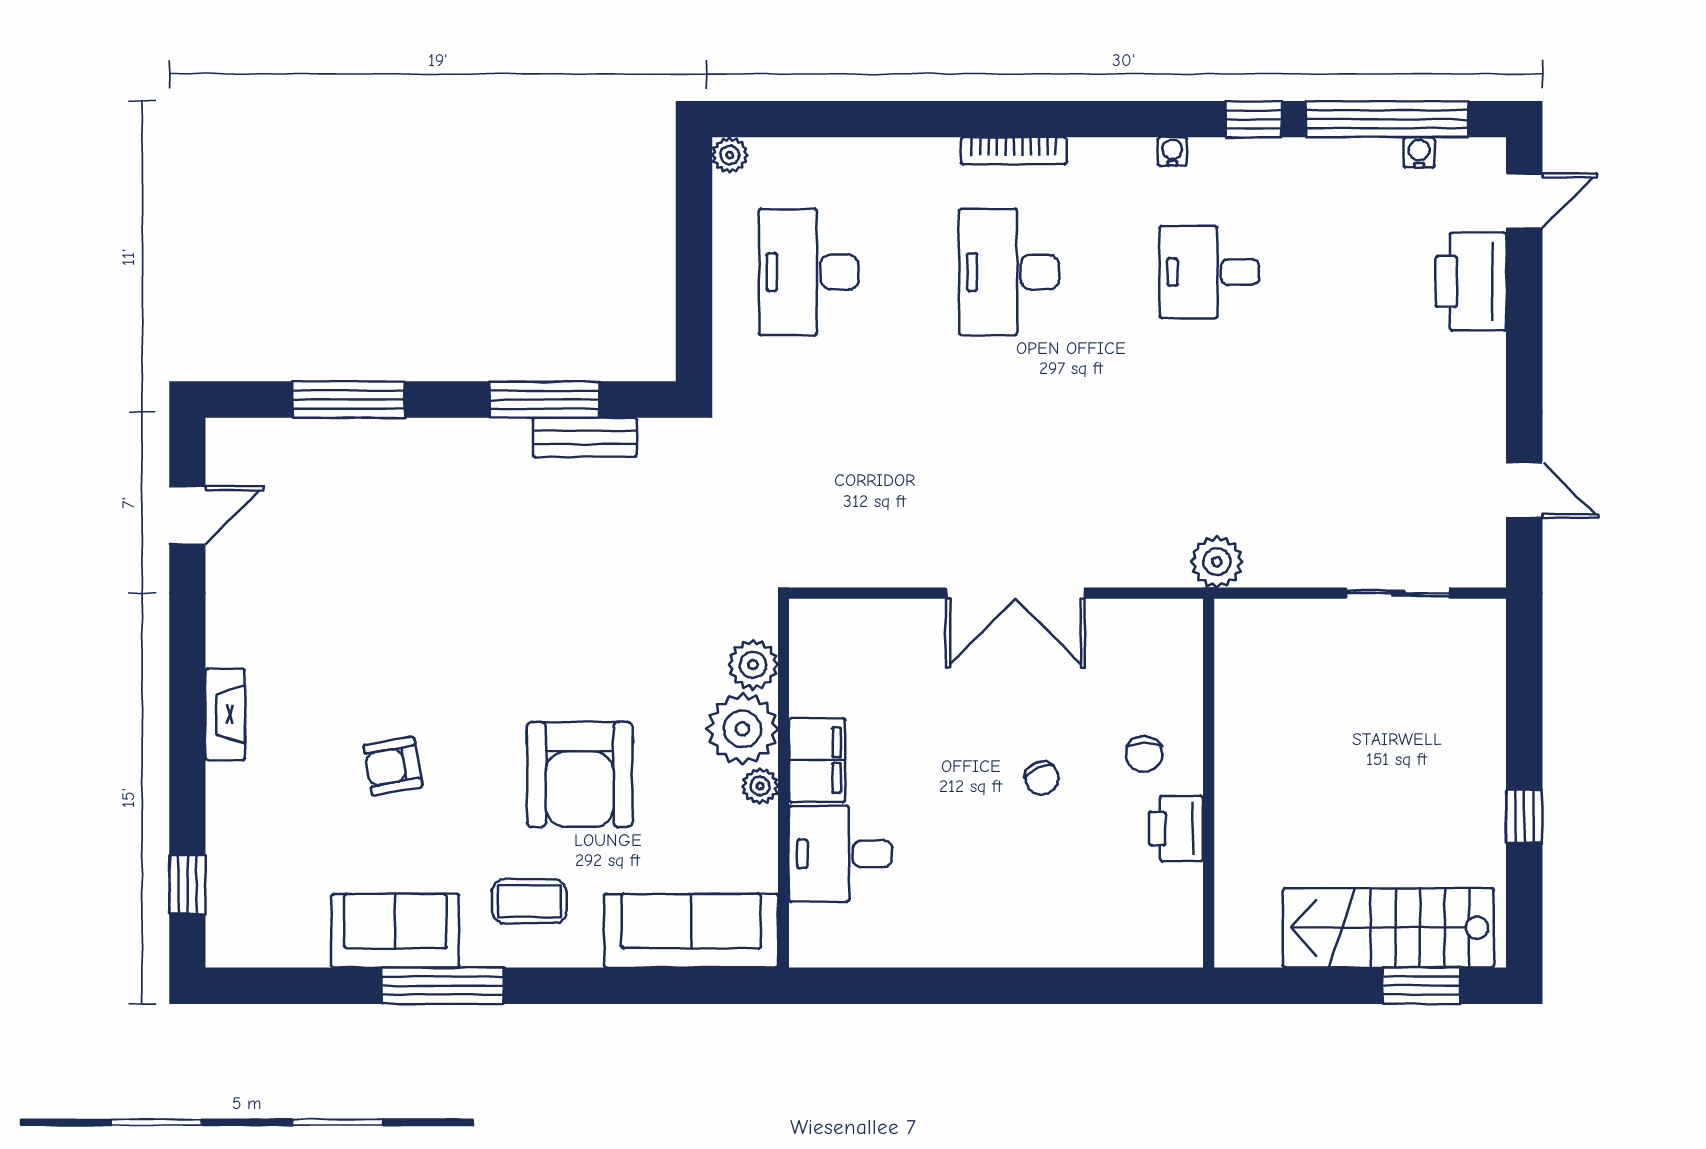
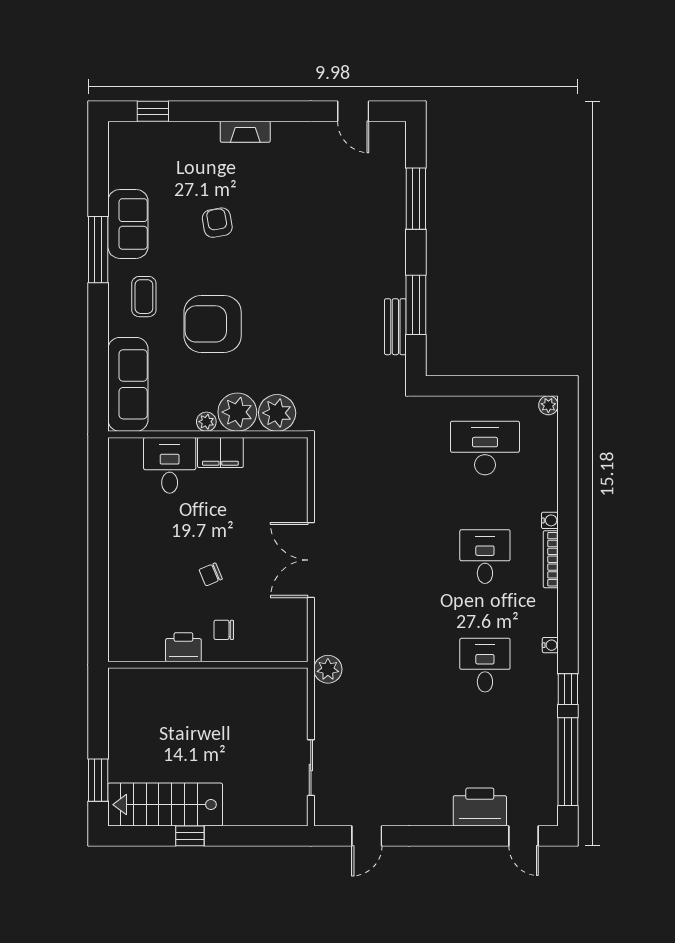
water cooler: (1419, 152) -> (550, 520), moved
desk: (1009, 272) -> (485, 557), width x0.73
plant: (753, 665) -> (277, 413), width x1.36, depth x1.36
stairs: (1388, 928) -> (165, 805), moved, turned -90

